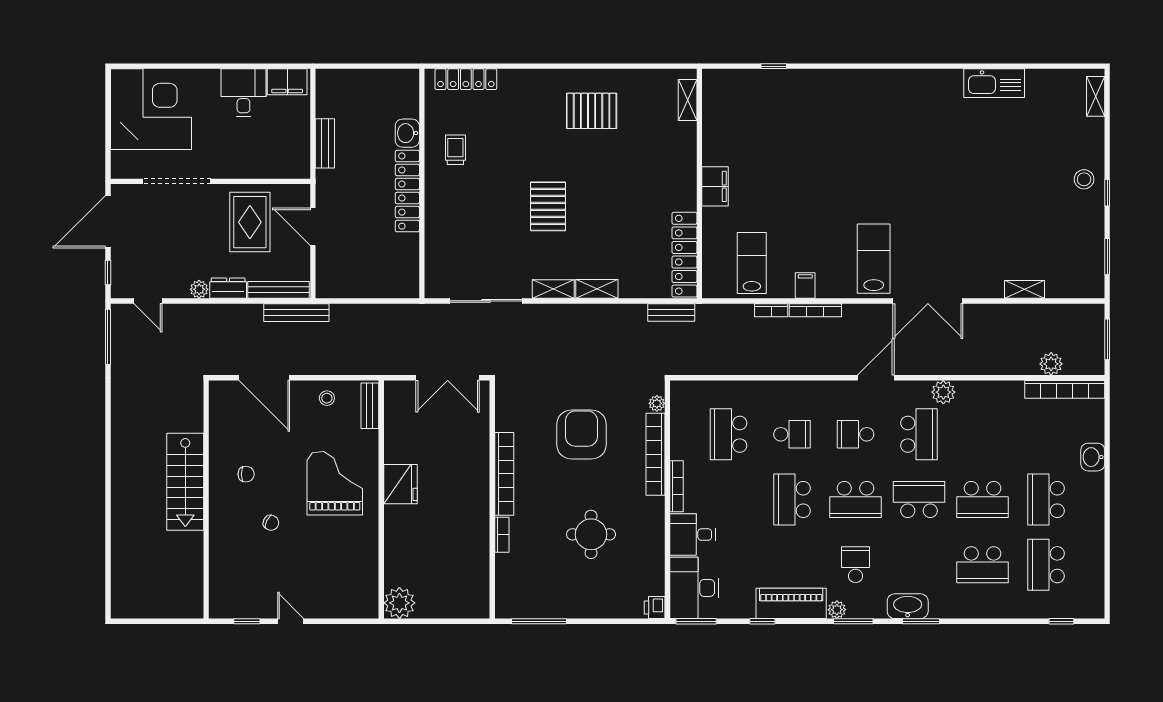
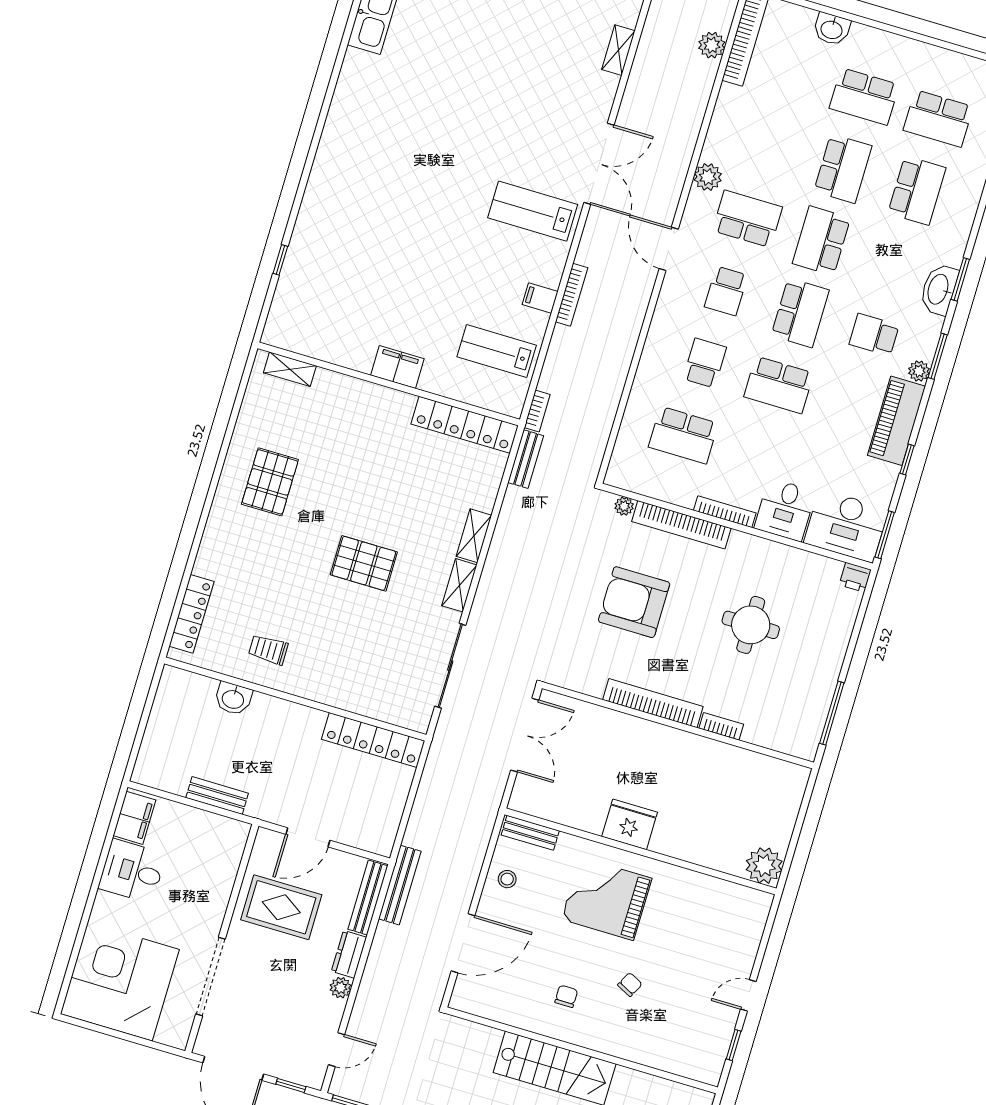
locker: (407, 191) -> (373, 740), moved
bookcase: (771, 310) -> (537, 411), moved

